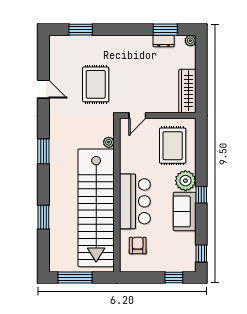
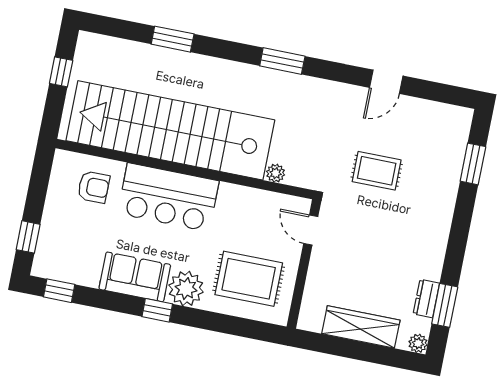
rug: (96, 84) -> (377, 171), width x0.73, depth x0.70
wardrobe: (187, 91) -> (361, 327), moved
window: (75, 278) -> (61, 72), width x0.46

